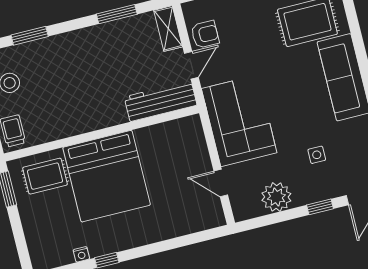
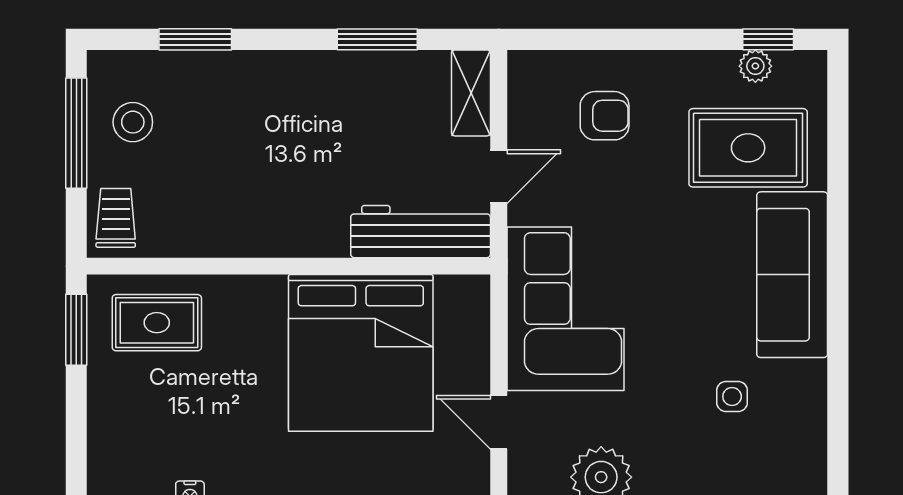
armchair: (205, 34) -> (605, 116), moved
side table: (317, 155) -> (732, 396), moved
bed: (107, 176) -> (361, 353), moved

